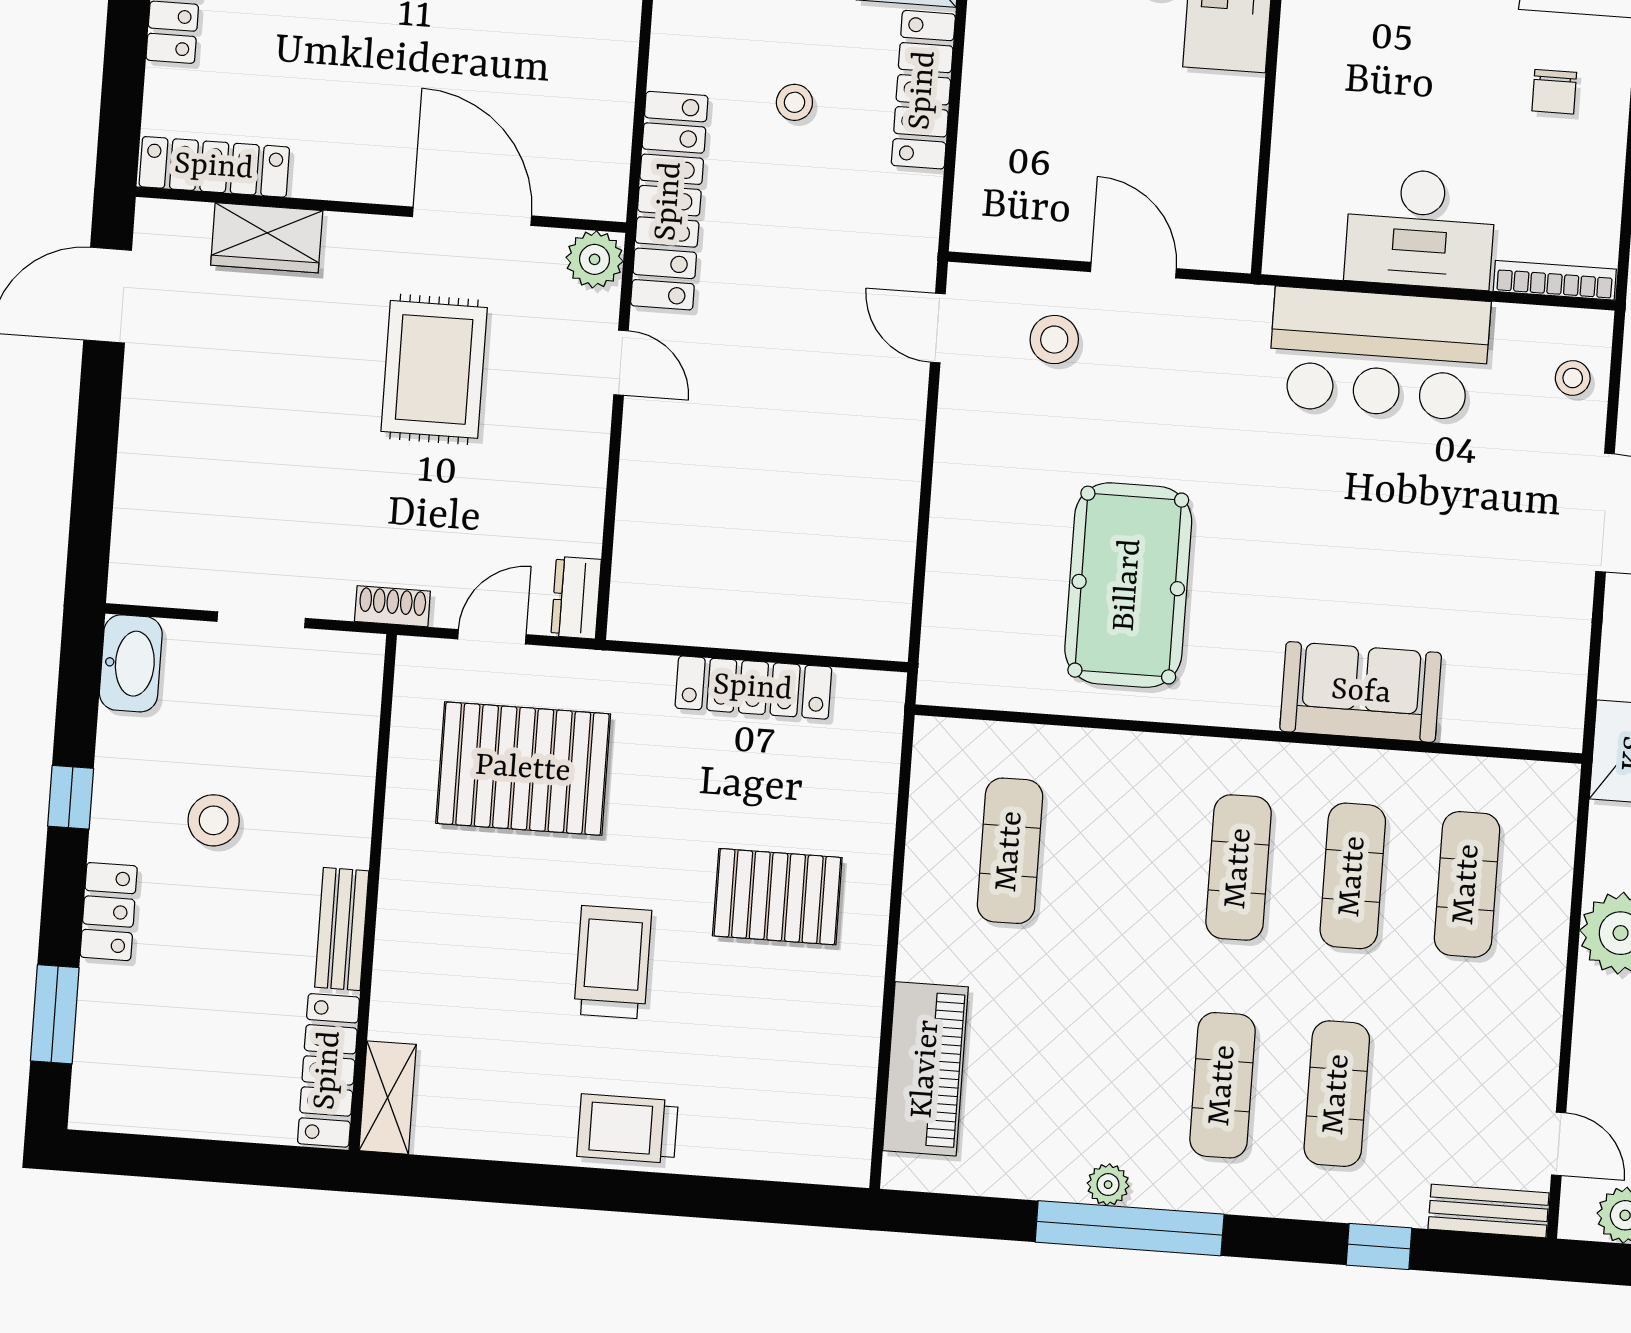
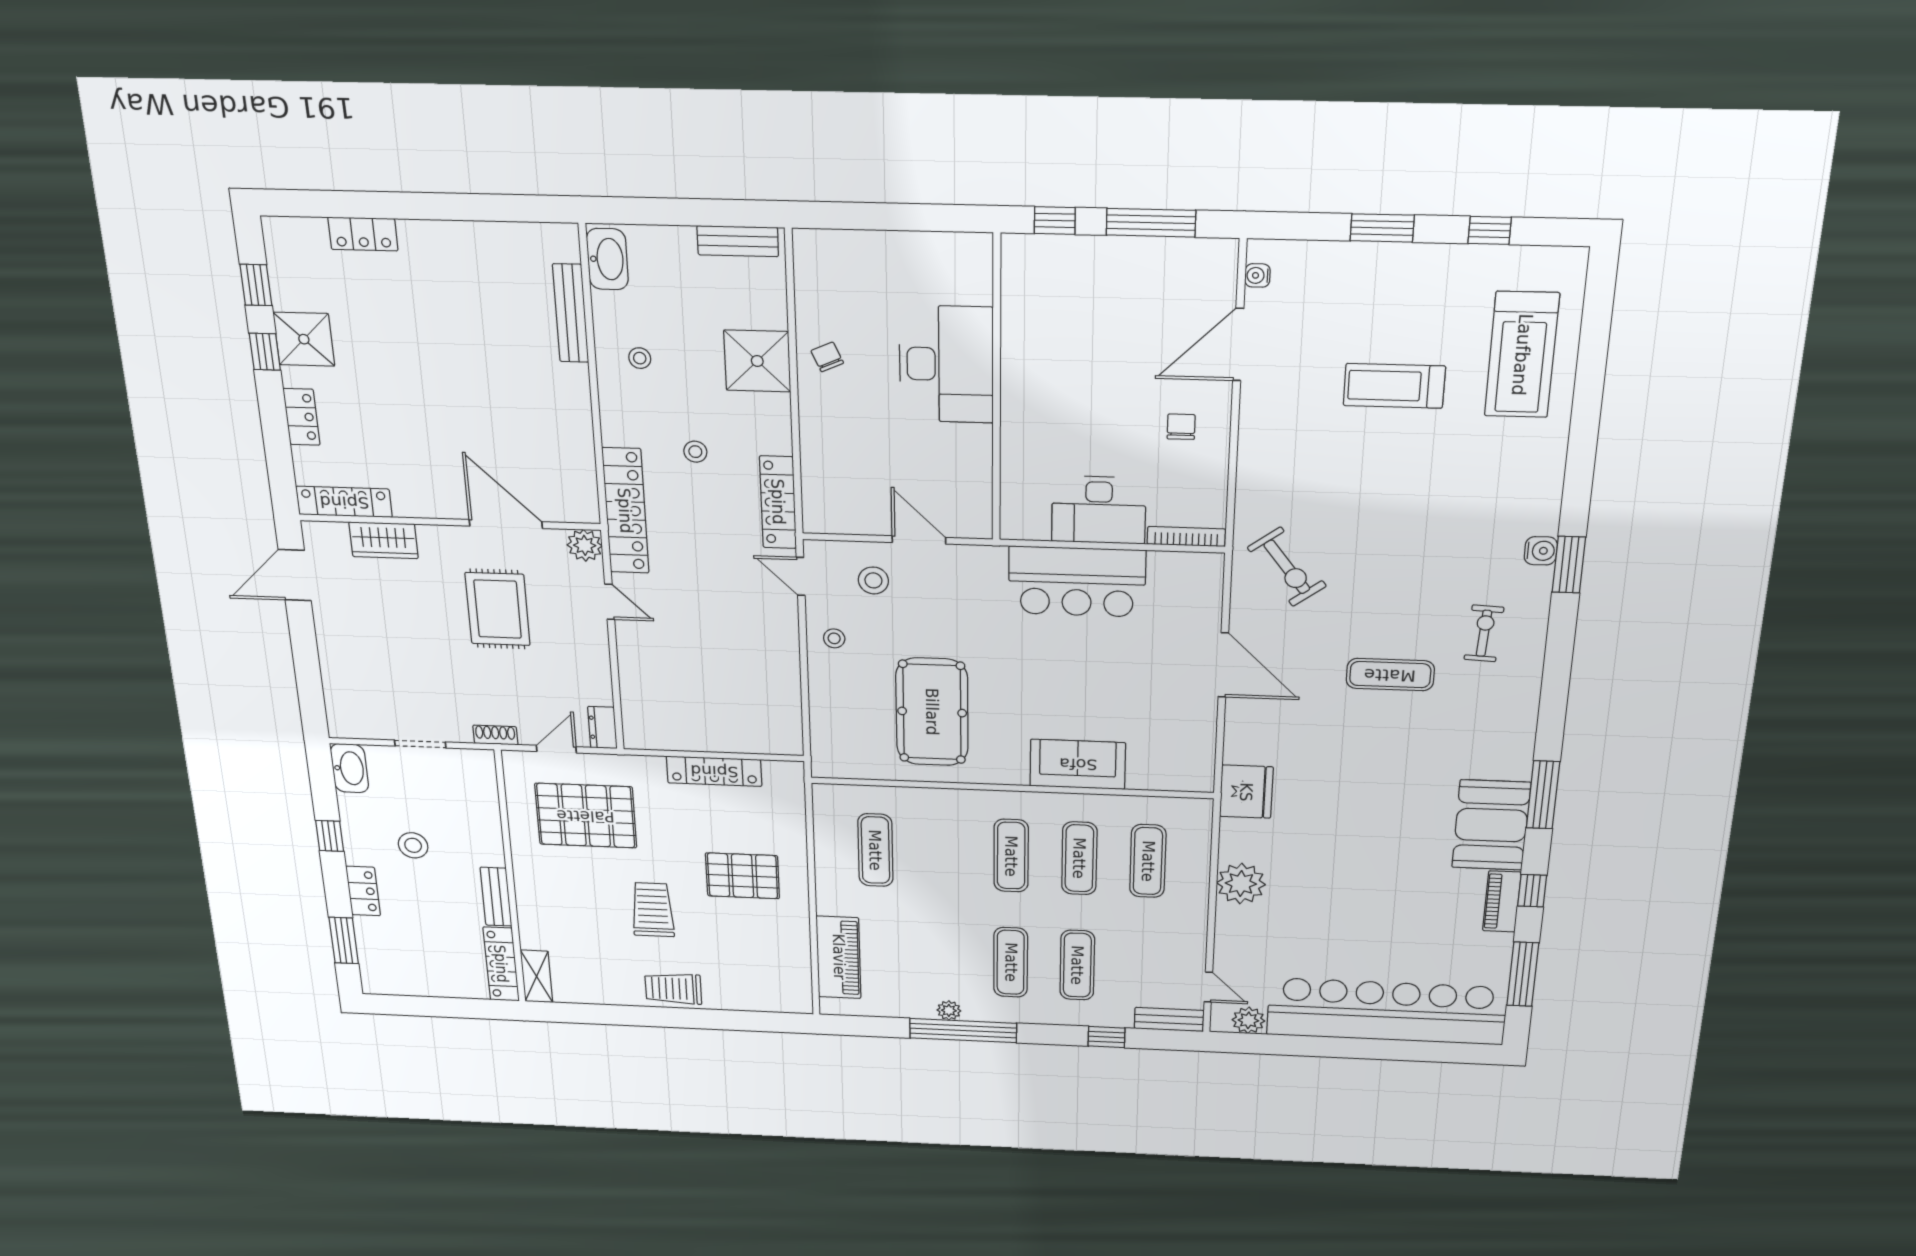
locker: (923, 90) -> (778, 502), moved
chair: (1554, 92) -> (1181, 427), turned 180
stool: (1573, 378) -> (834, 638), moved

